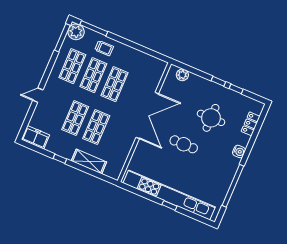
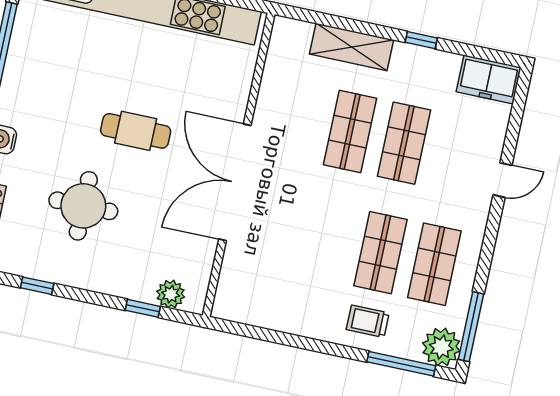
window: (218, 81) -> (143, 308), moved
shop shelf: (115, 84) -> (327, 241), removed

